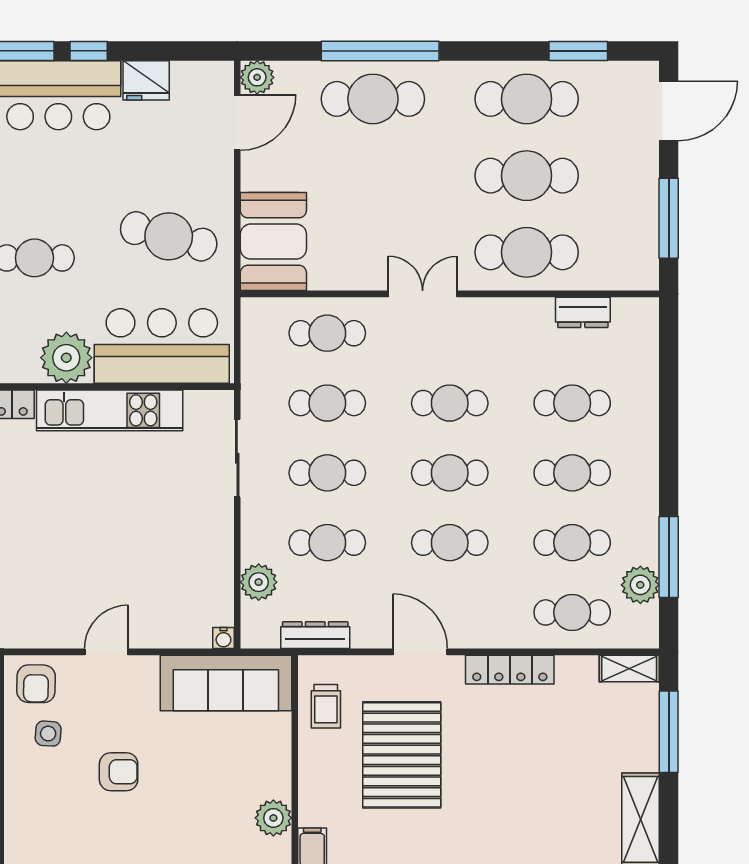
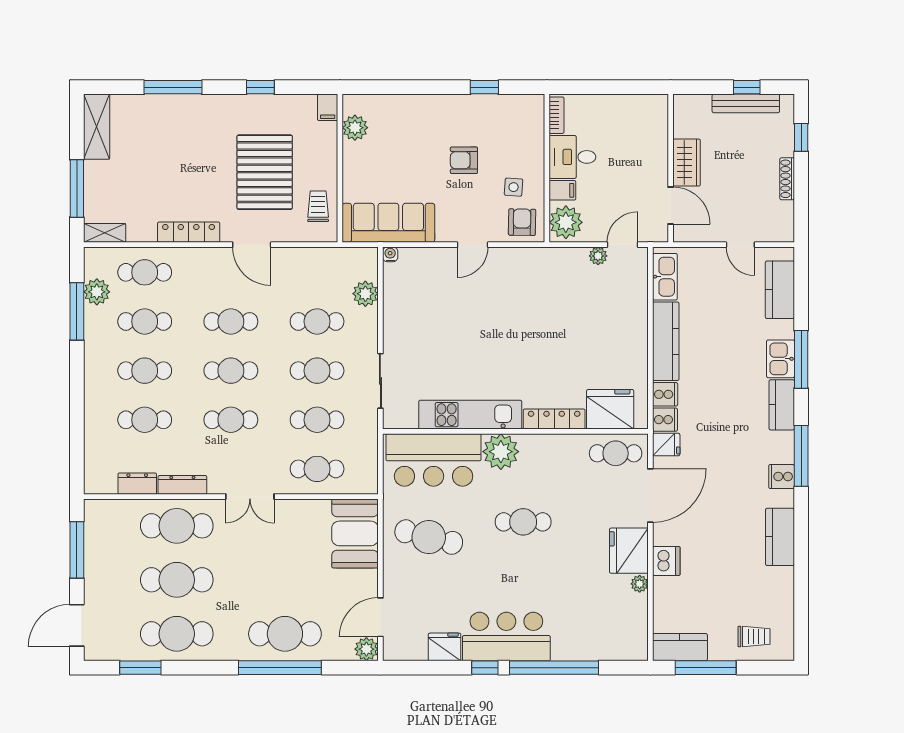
dresser: (315, 635) -> (182, 485), moved, turned 180

